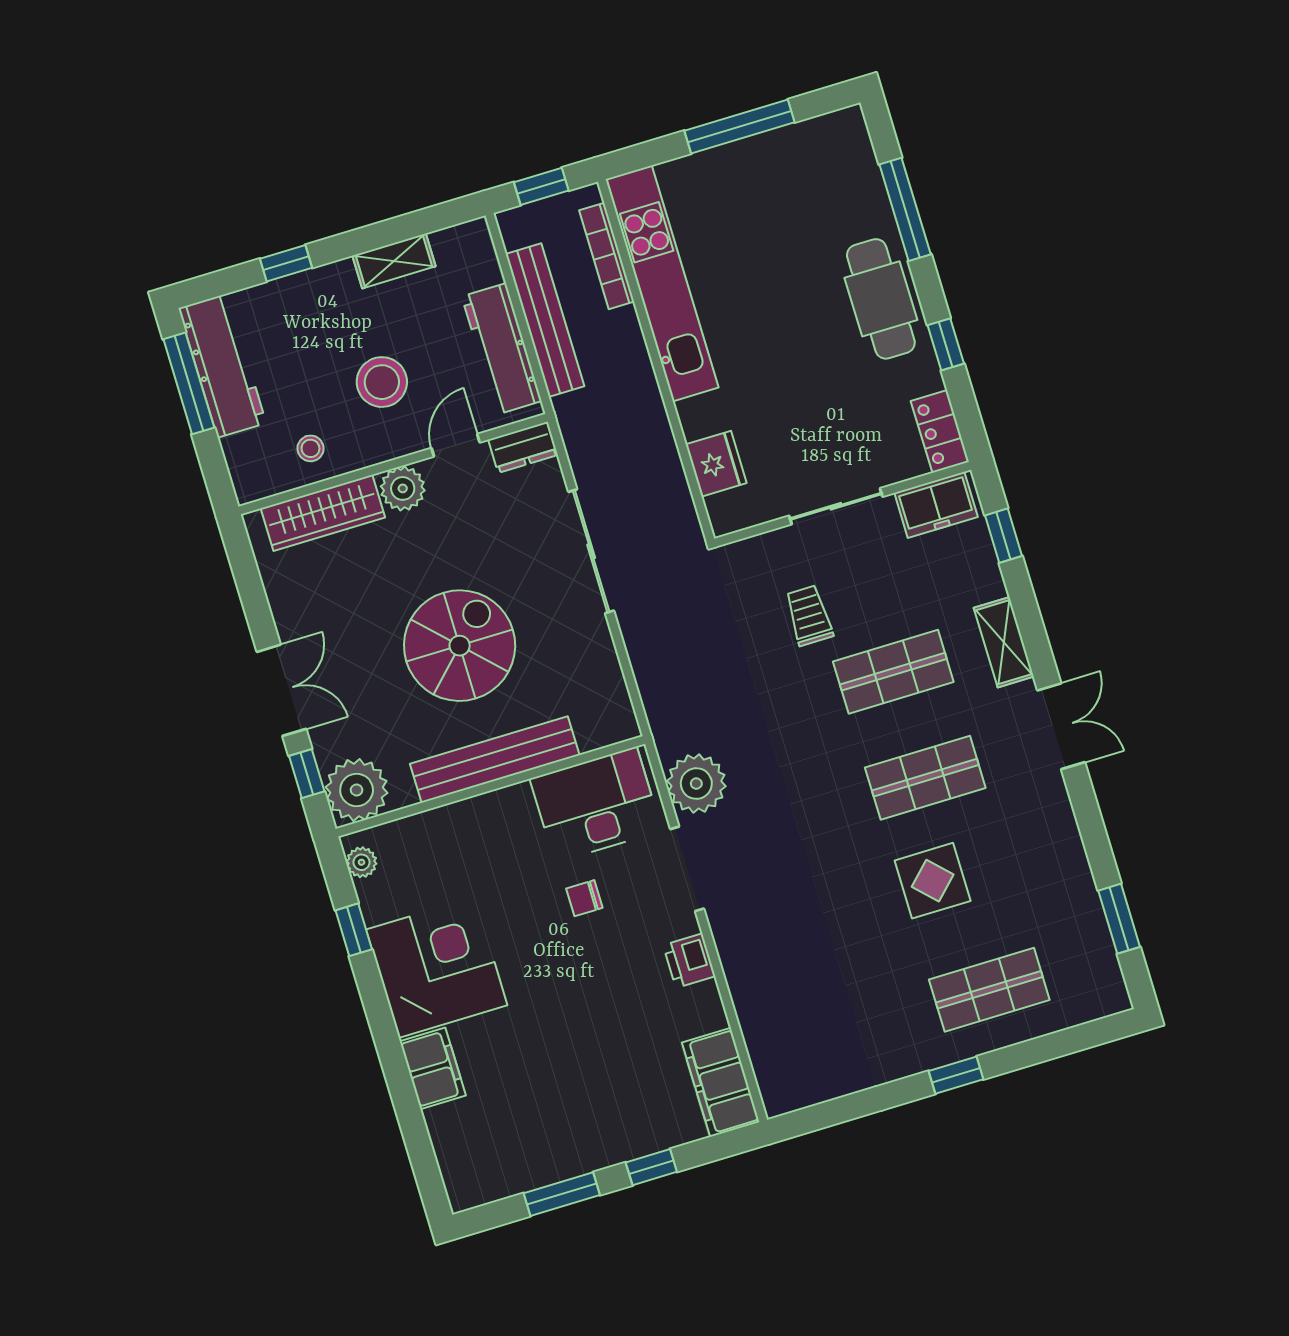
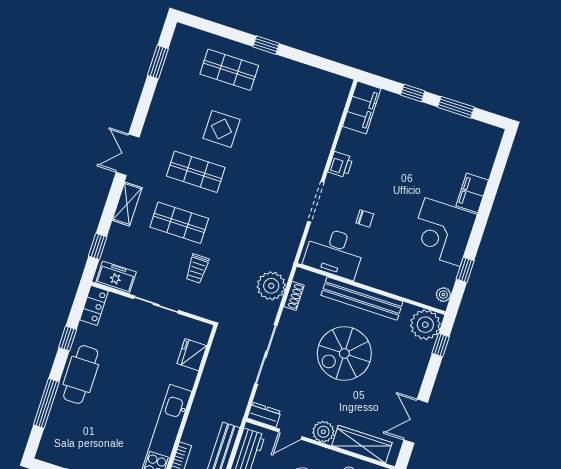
shoe rack: (613, 684) -> (294, 296), added
double door: (281, 690) -> (416, 421), moved
plant: (696, 784) -> (271, 286), moved

